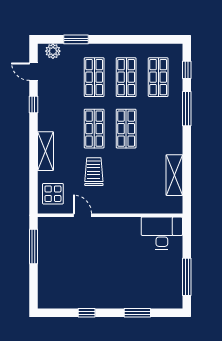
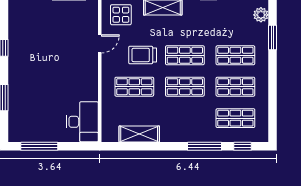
trolley: (94, 172) -> (143, 55), turned 180
shop shelf: (126, 180) -> (134, 87), added

